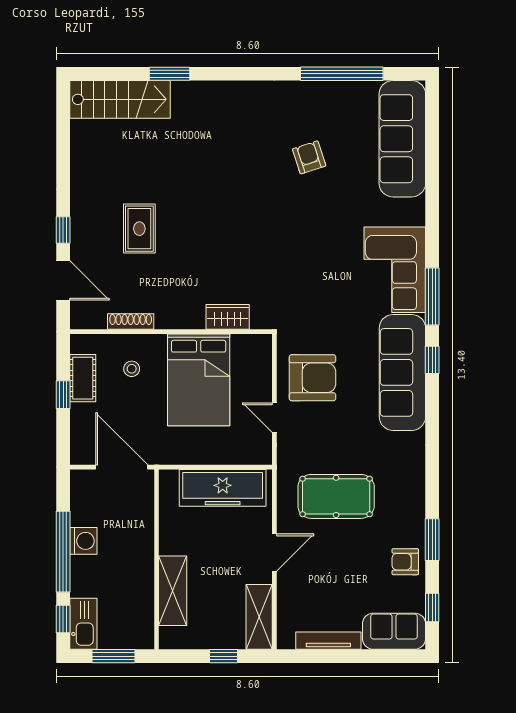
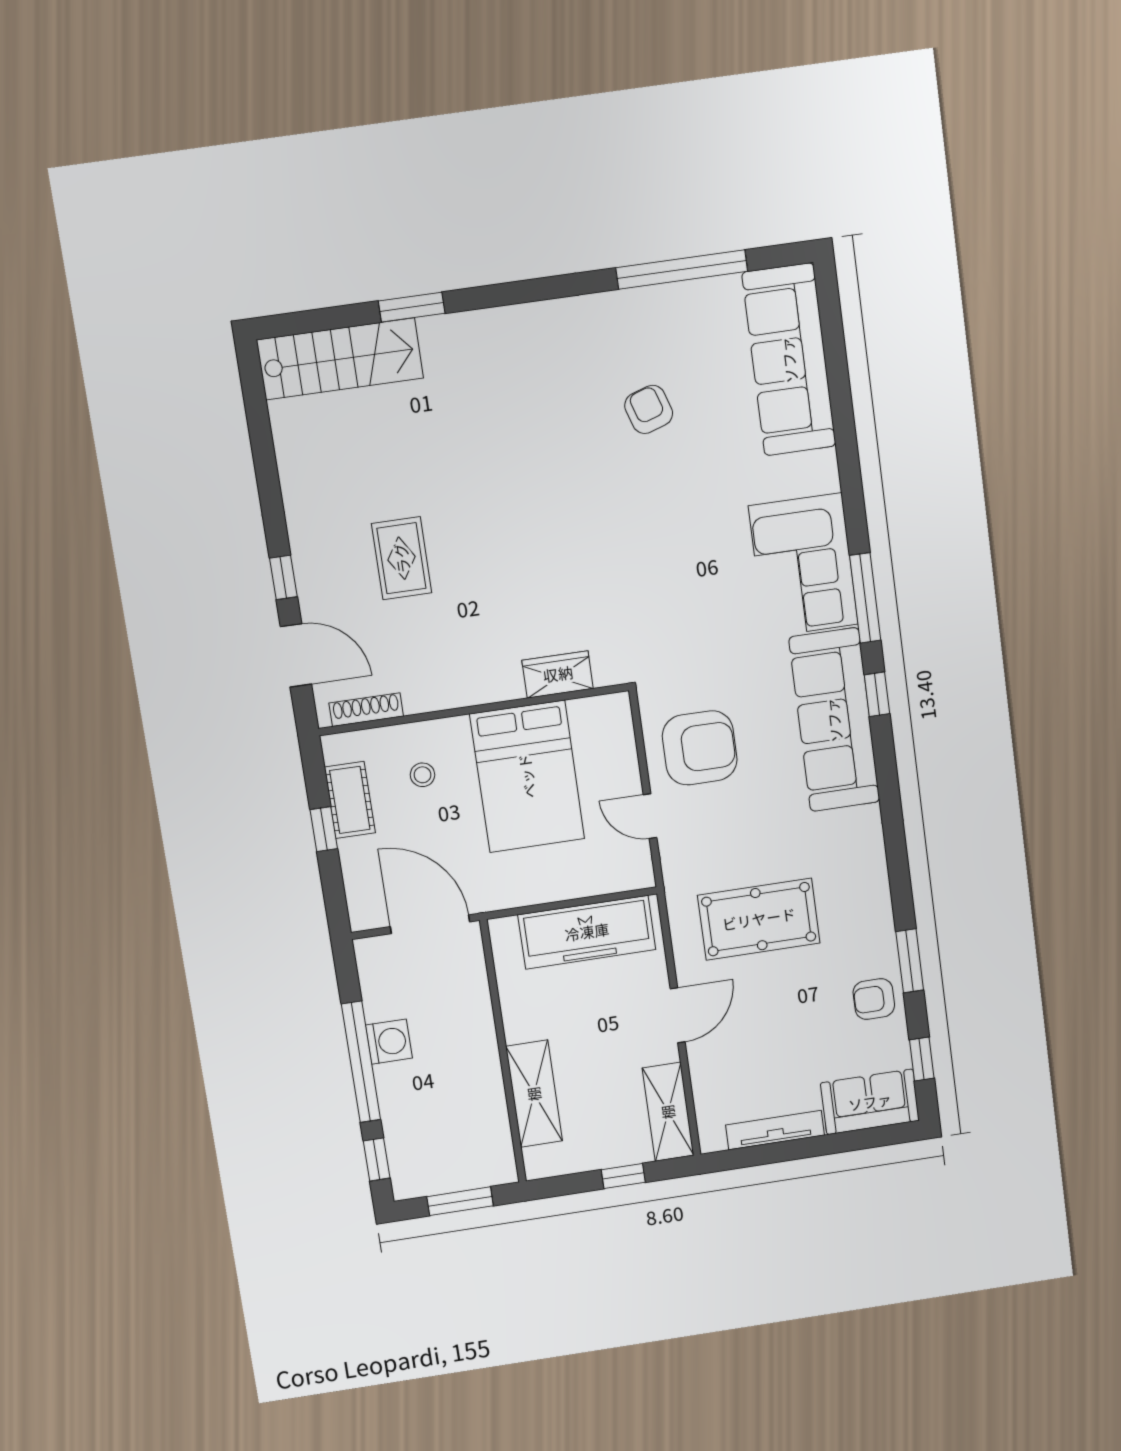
shoe rack: (131, 322) -> (366, 710), moved
kitchen sink: (83, 624) -> (408, 1162), removed

